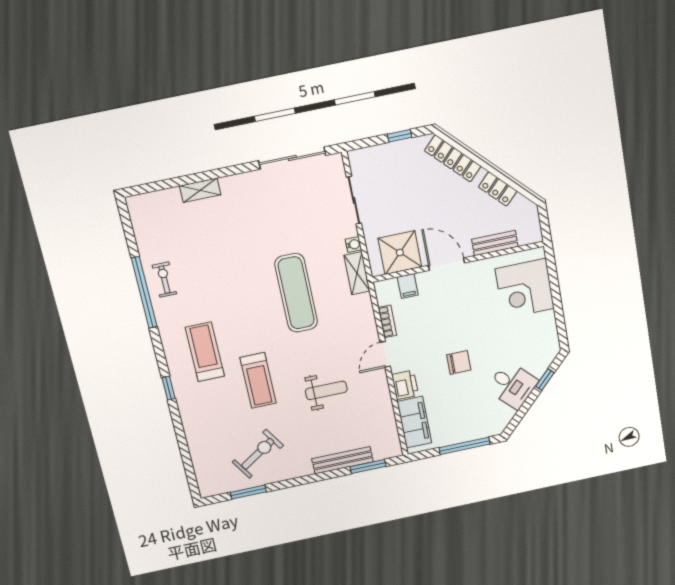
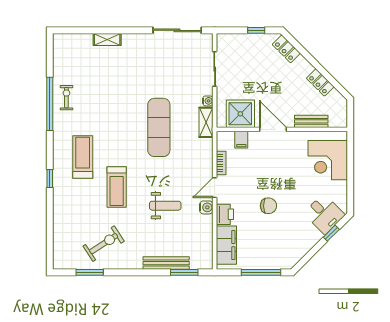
locker: (453, 158) -> (286, 49), width x0.66
water cooler: (379, 381) -> (206, 207), added
desk: (512, 385) -> (324, 214), moved

